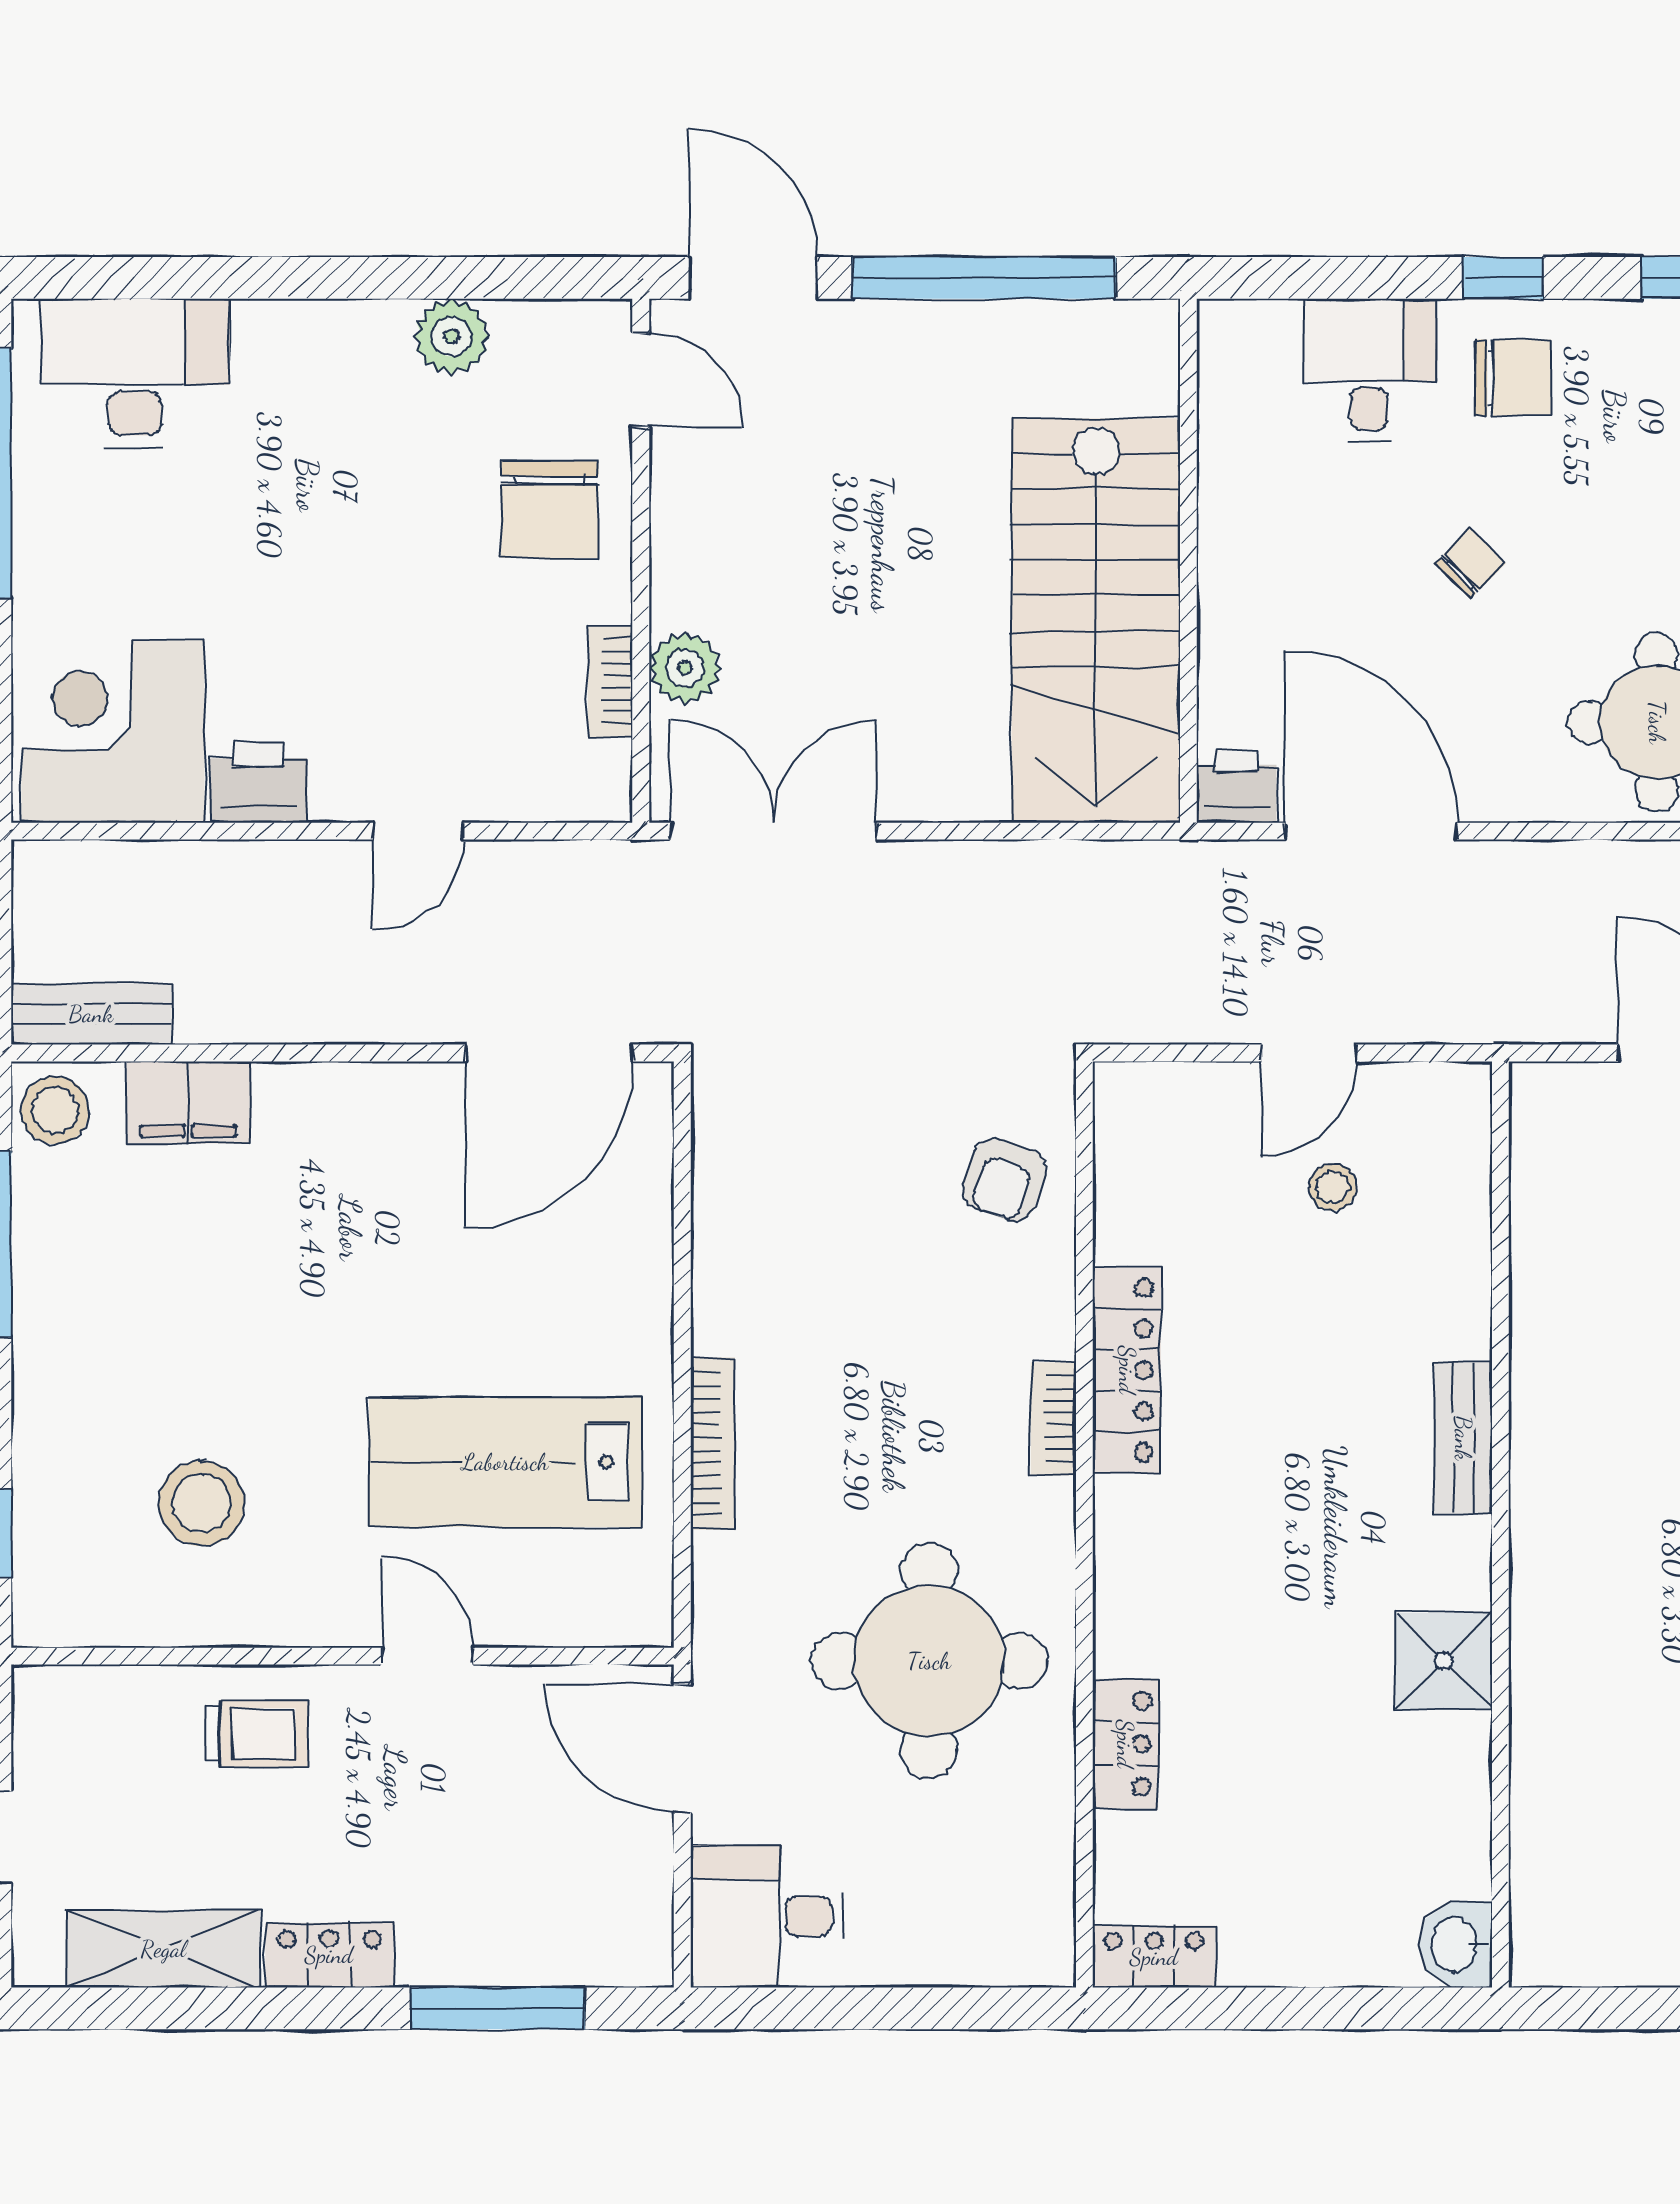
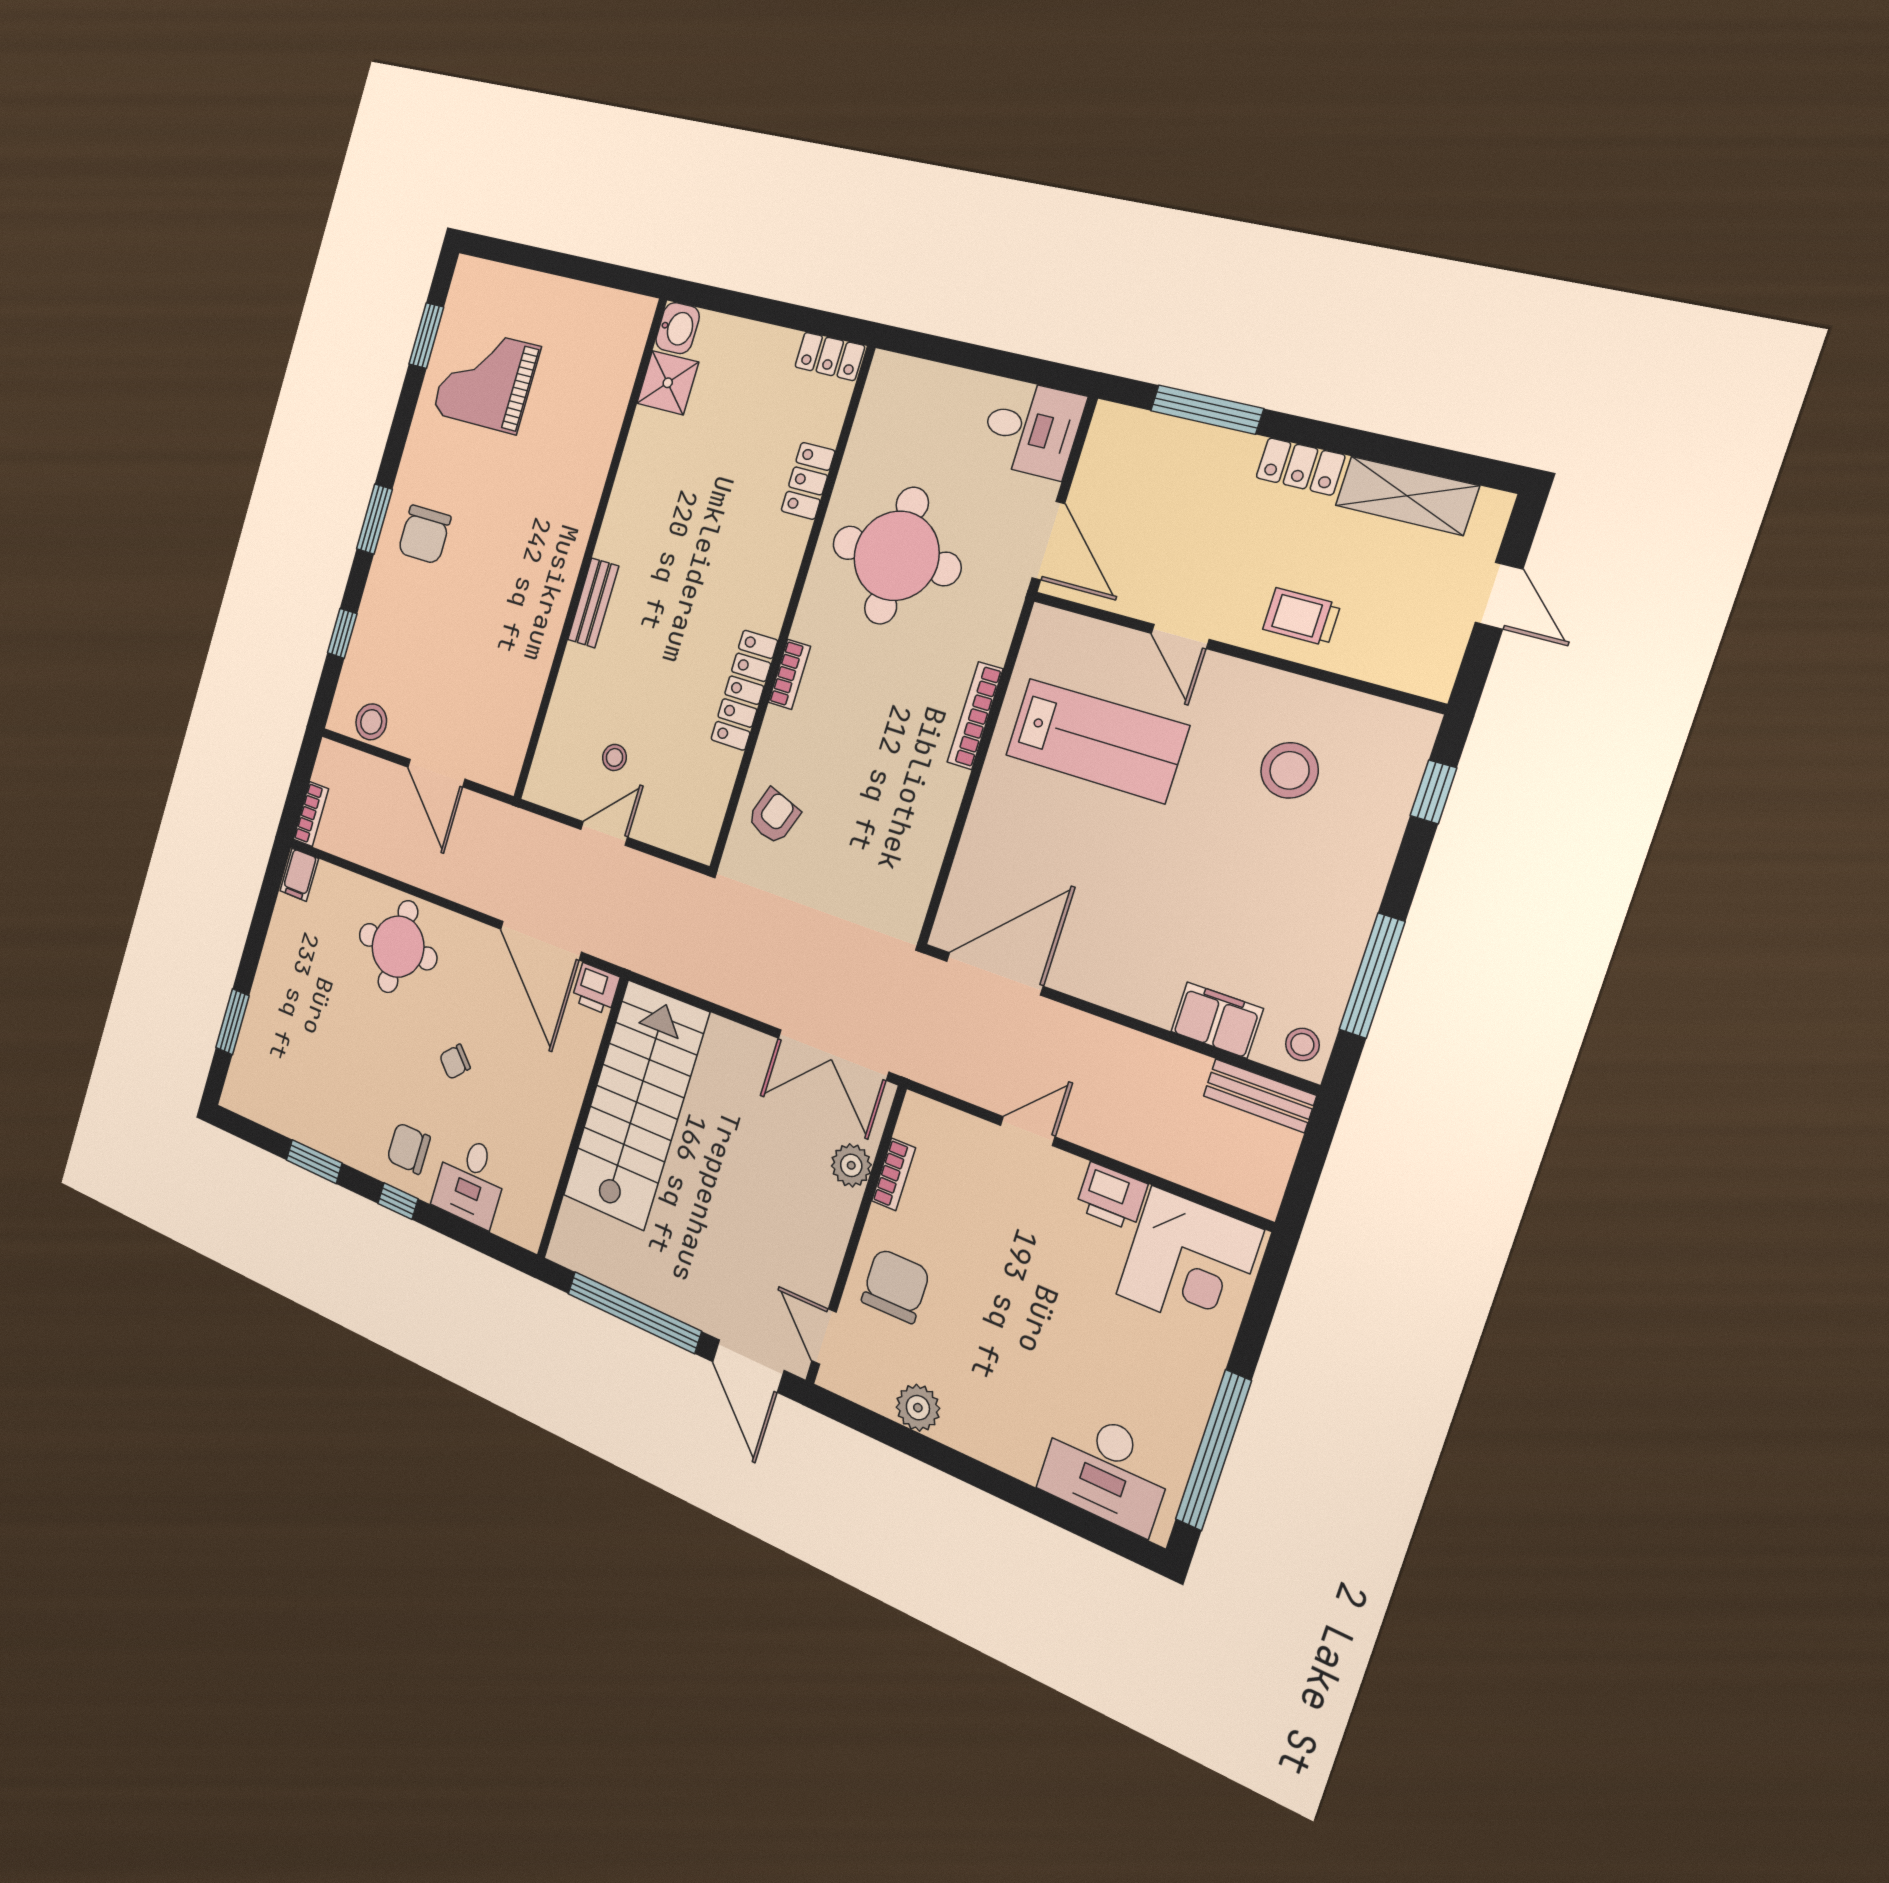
stool: (55, 1110) -> (1302, 1044), width x0.73, depth x0.73
shower: (1444, 1661) -> (668, 383), moved

